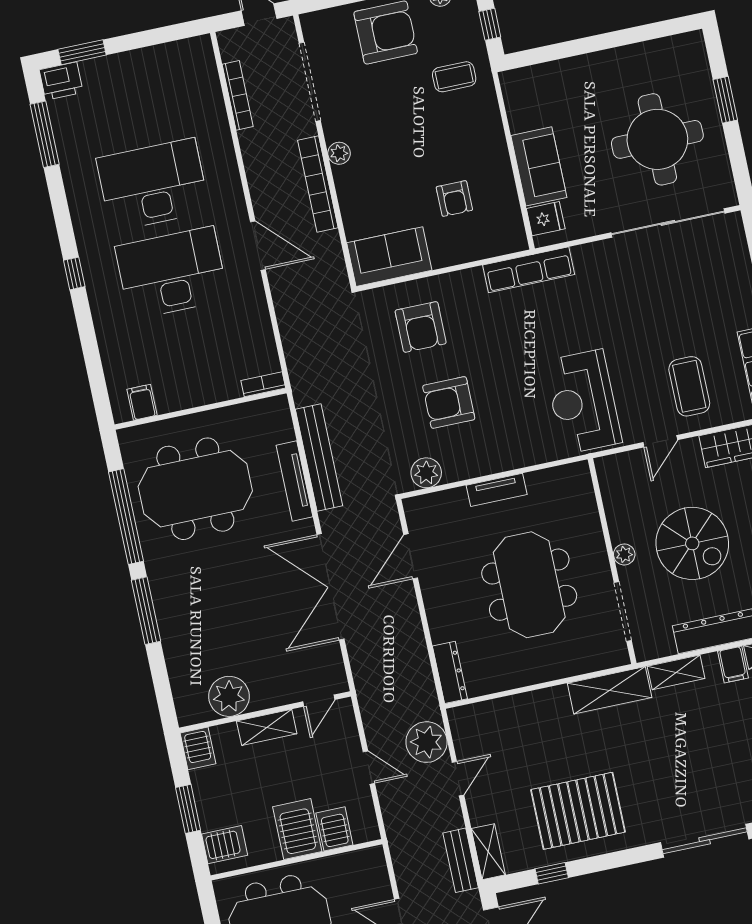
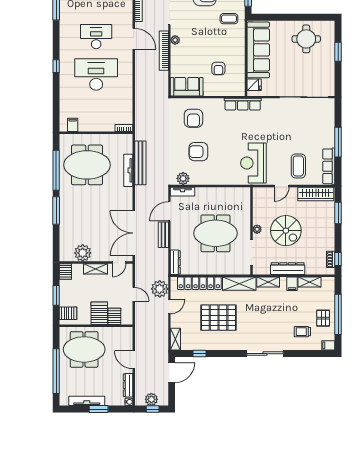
round table: (657, 139) -> (306, 39), moved, width x0.73, depth x0.73
sofa: (539, 166) -> (258, 50), width x1.85, depth x1.27
desk: (153, 185) -> (96, 37), width x0.73, depth x0.77
door: (258, 246) -> (134, 39), moved
tv unit: (497, 490) -> (183, 192), moved
meeting table: (529, 585) -> (215, 233), turned 90
double door: (330, 587) -> (134, 233), moved
locker: (516, 709) -> (199, 283), added
pallet: (578, 811) -> (219, 318), moved
bench: (461, 860) -> (163, 235), moved

